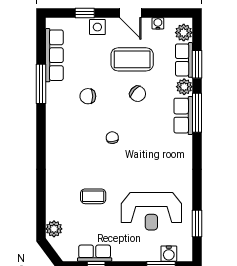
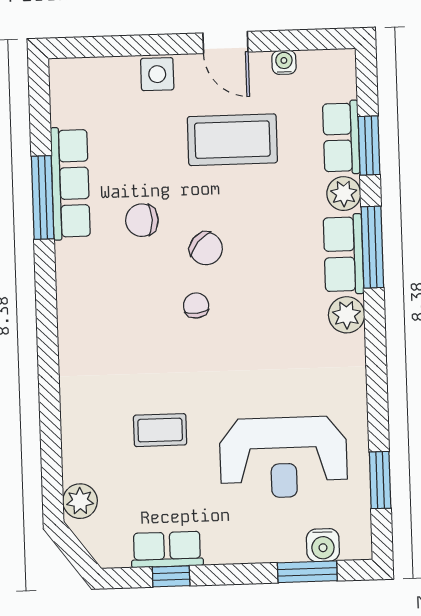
window: (85, 13) -> (130, 46), removed
plant: (184, 33) -> (347, 315), moved
row of seats: (54, 55) -> (70, 183), moved
chair: (138, 94) -> (206, 248), moved

